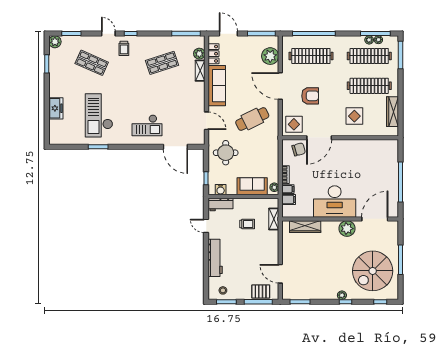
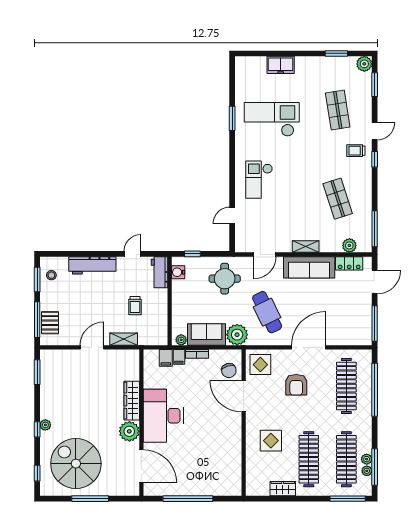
plant: (270, 56) -> (237, 335), moved
shop shelf: (92, 63) -> (338, 110), turned -33
shelving: (200, 71) -> (306, 247), moved
wardrobe: (393, 112) -> (283, 489), width x0.67
door: (175, 147) -> (232, 215), width x0.53
sofa: (252, 186) -> (207, 334), moved, turned -90
shelving: (274, 219) -> (124, 339), moved
wardrobe: (305, 227) -> (132, 401), moved
door: (280, 274) -> (92, 347), moved

